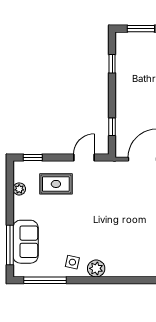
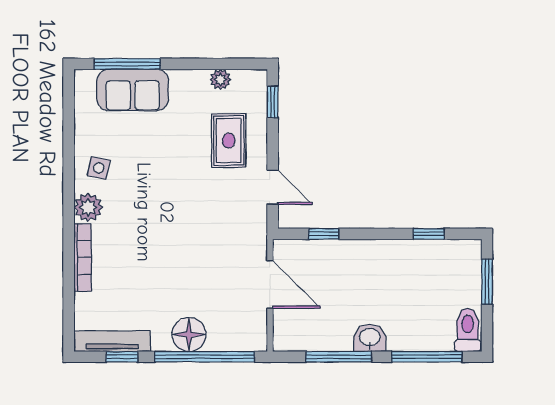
bookcase: (126, 272) -> (83, 257), added
window: (45, 280) -> (69, 122), removed

